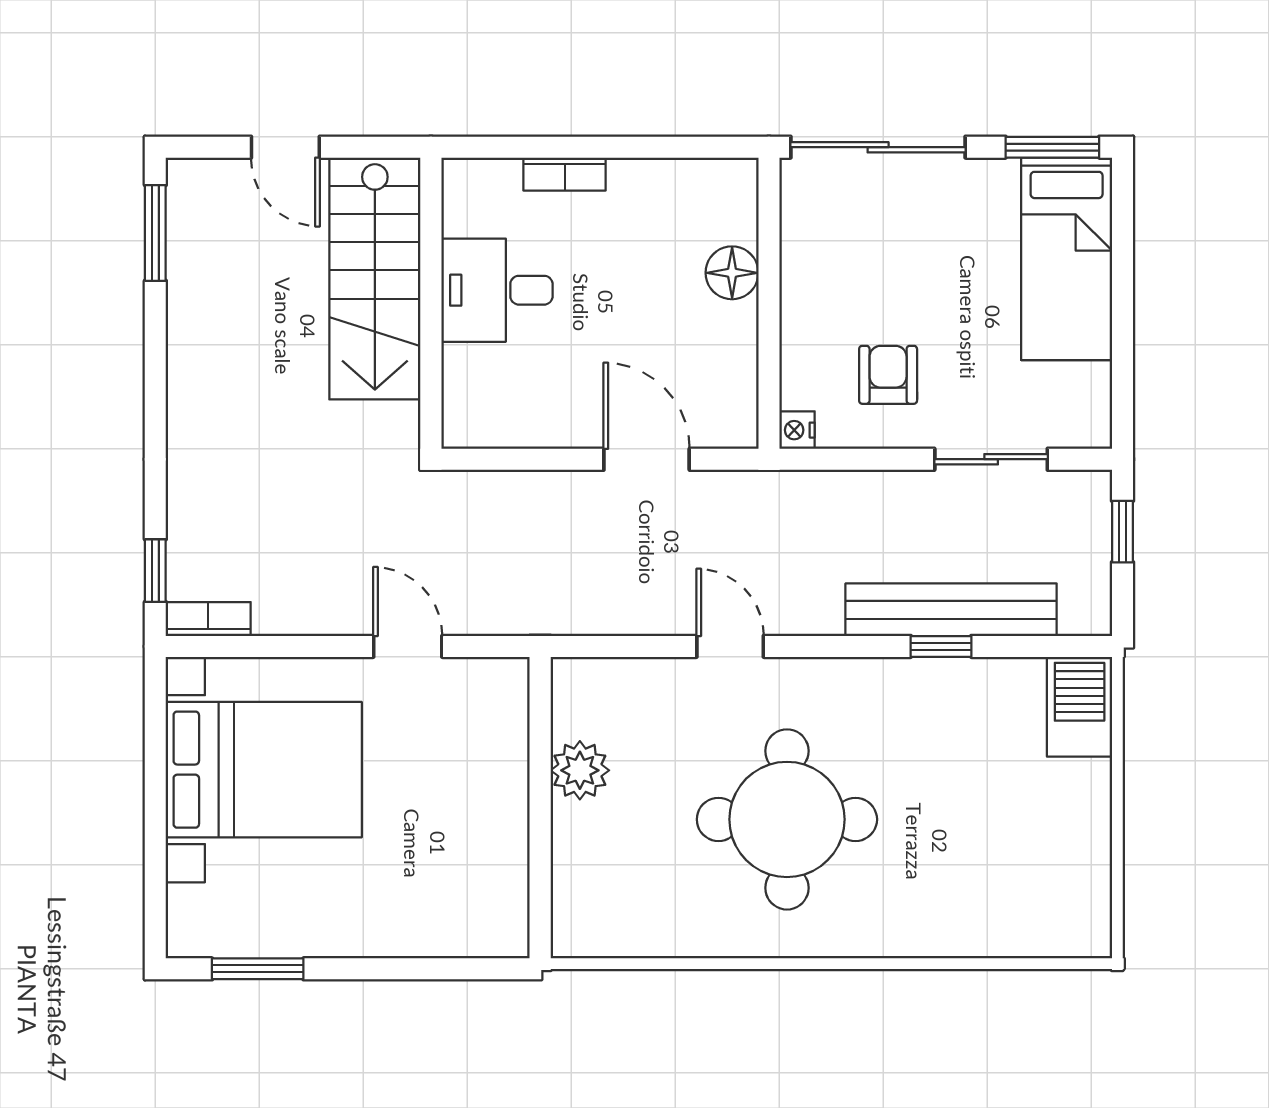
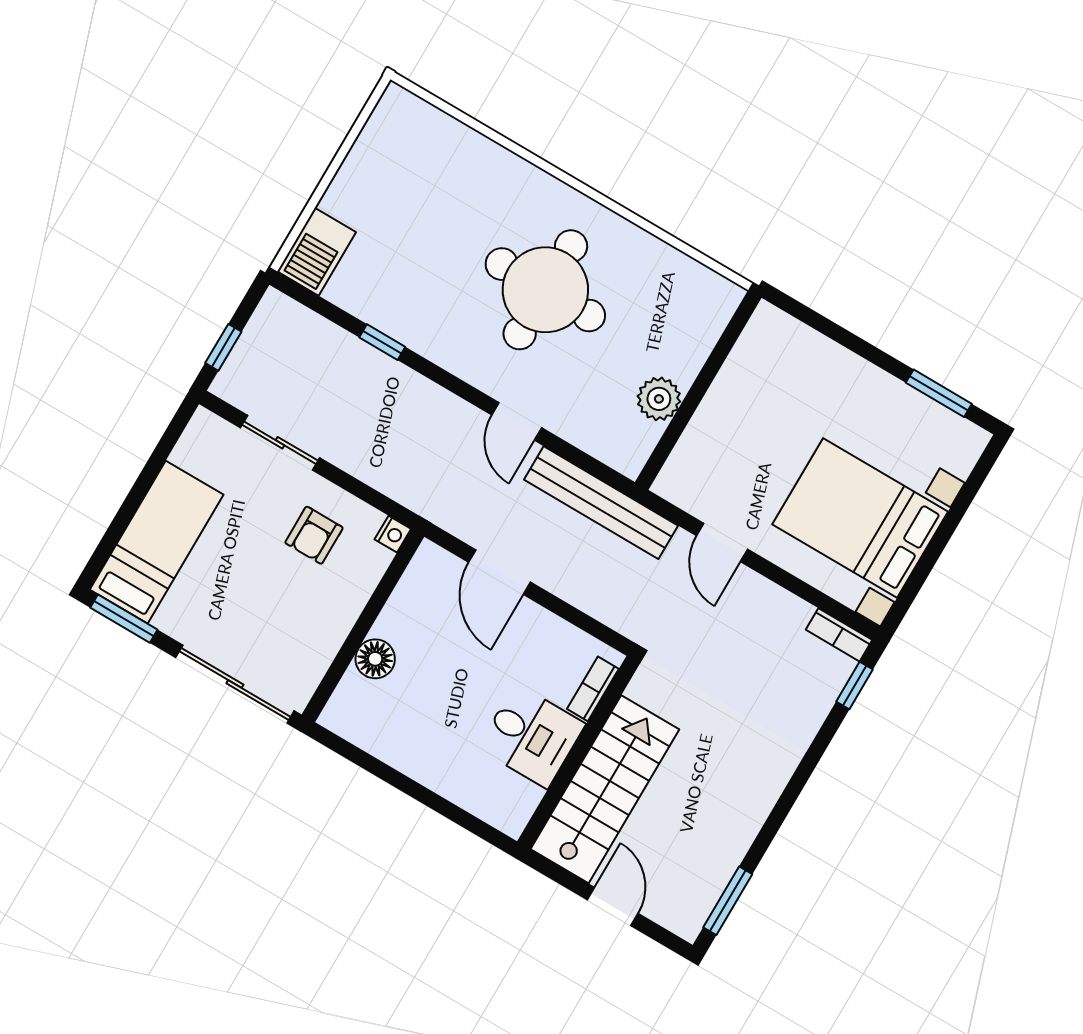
bookcase: (565, 174) -> (593, 689), moved, turned -90
bench: (951, 610) -> (601, 503), moved

